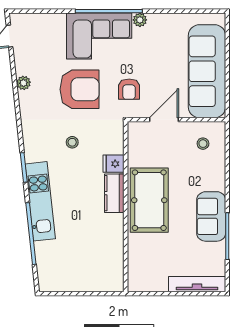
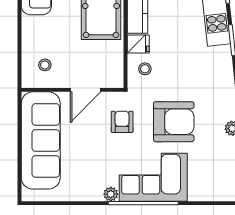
armchair: (80, 89) -> (174, 122), turned 180
stool: (72, 142) -> (145, 69), moved

